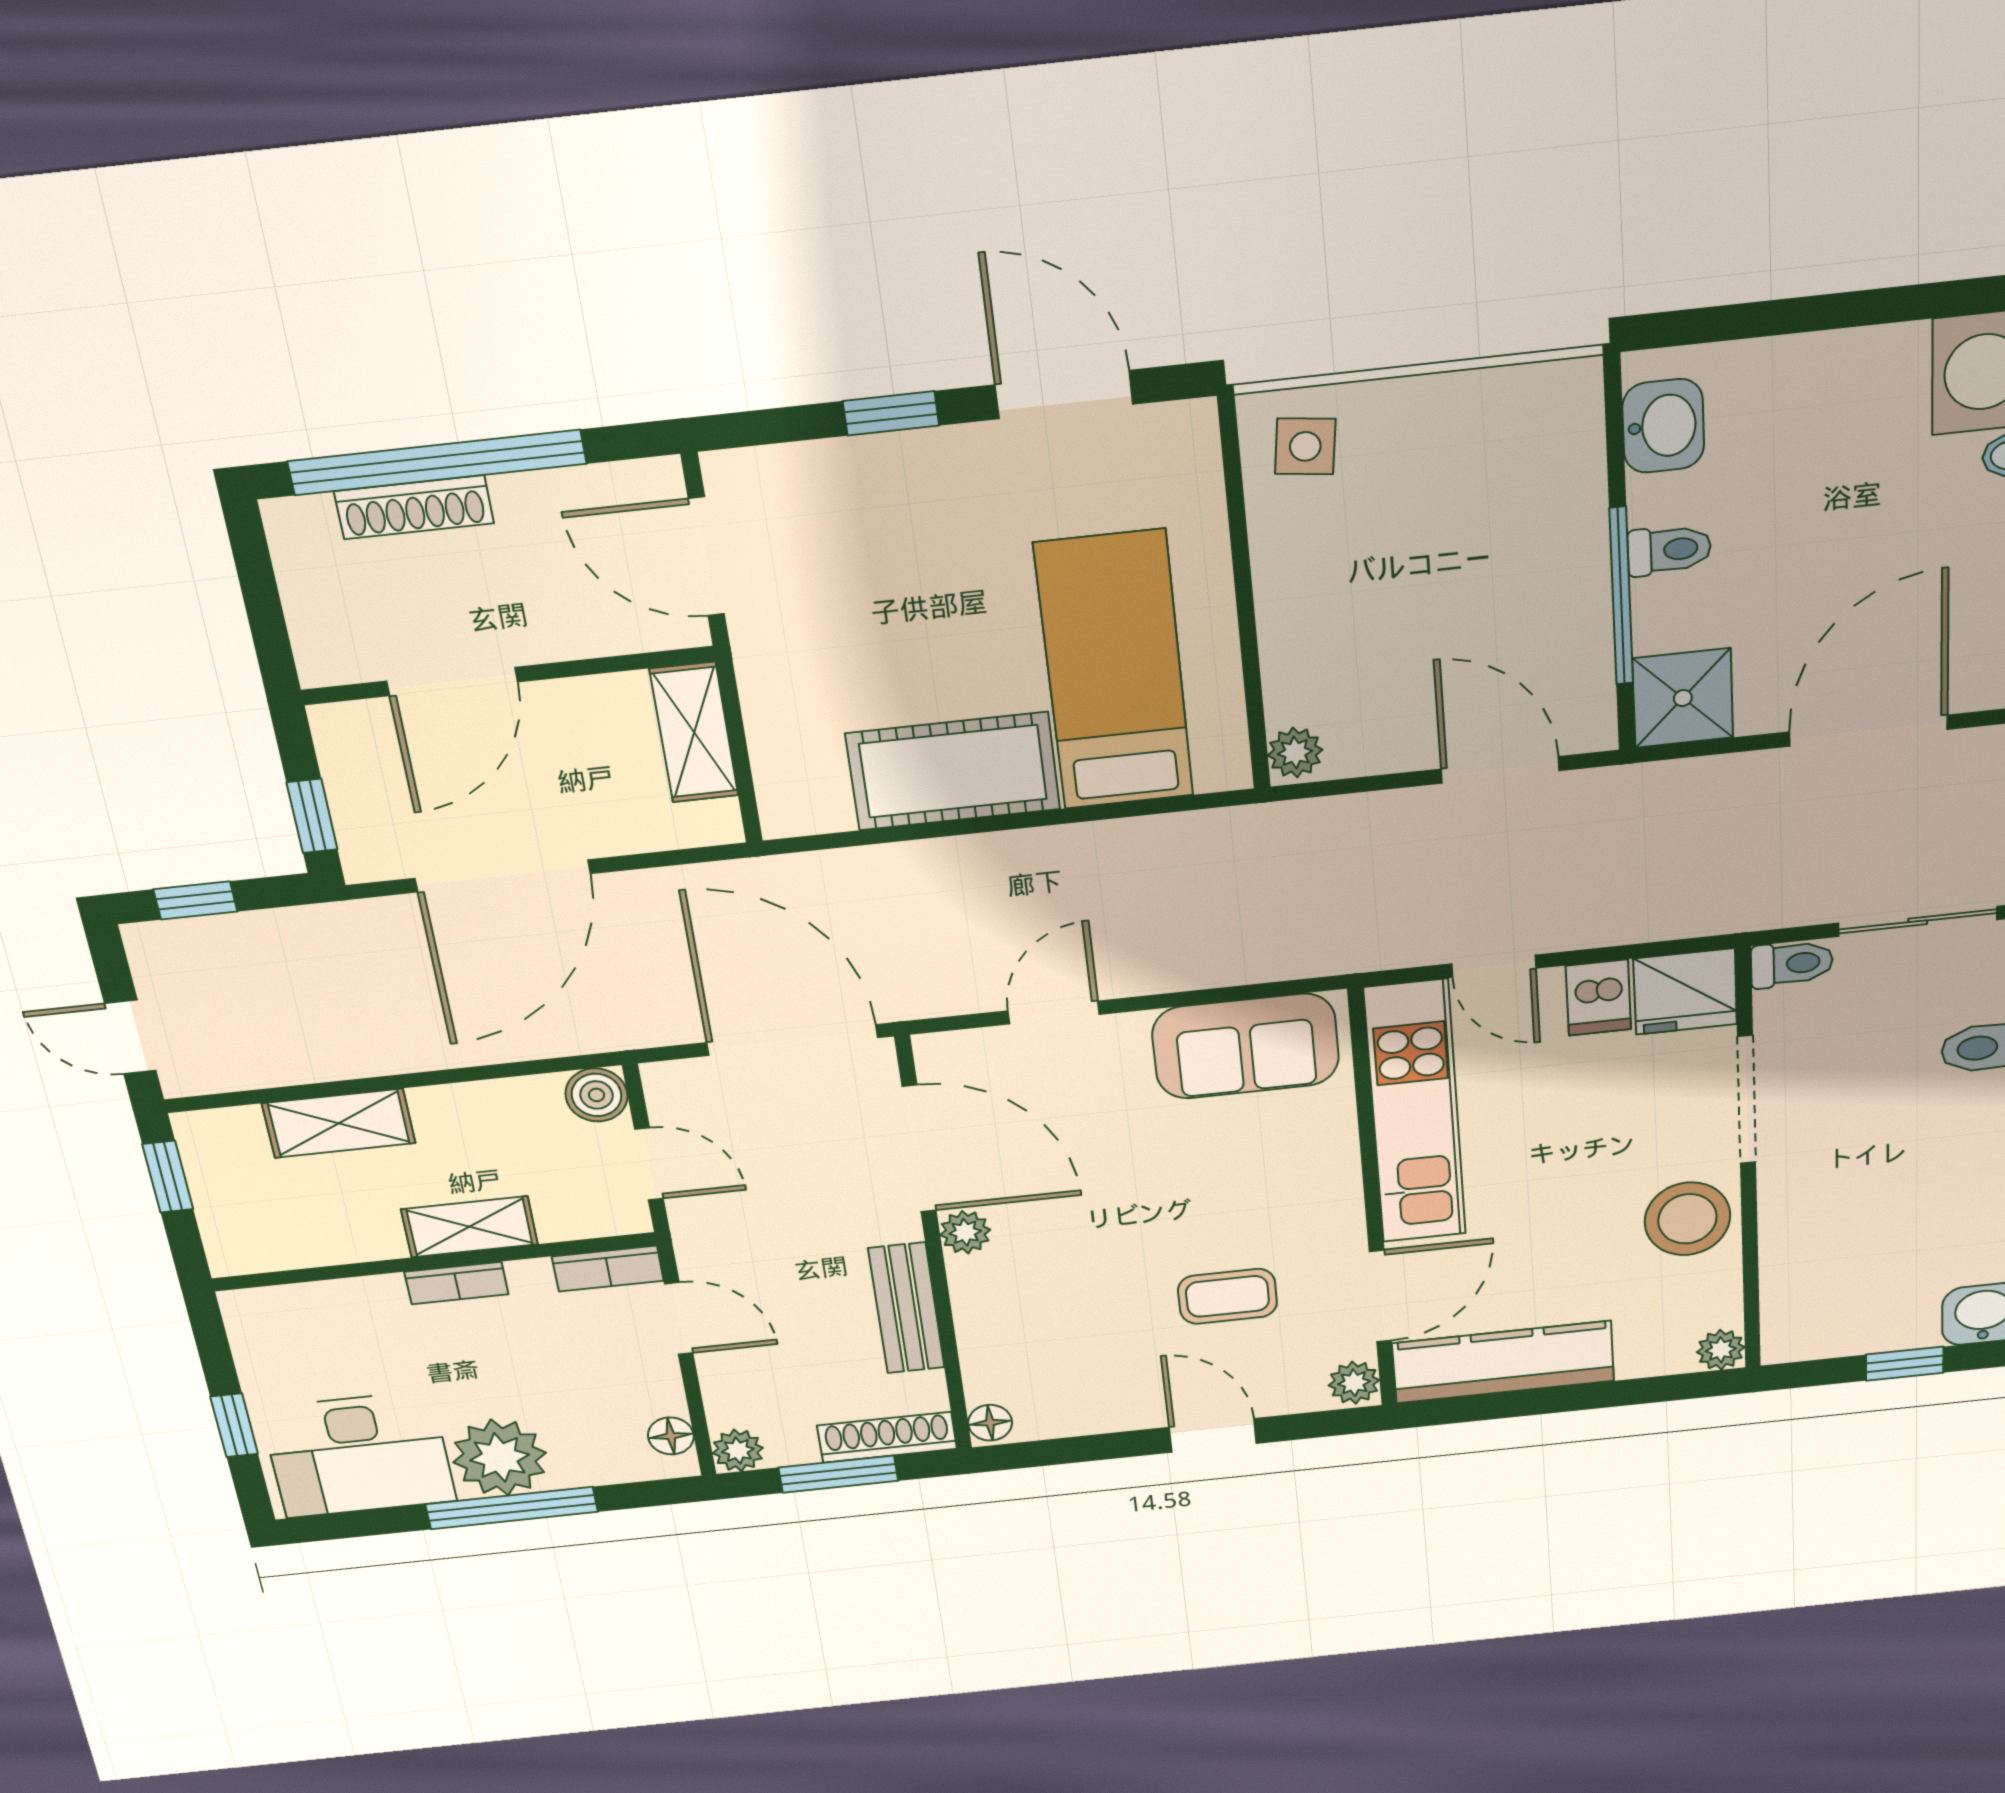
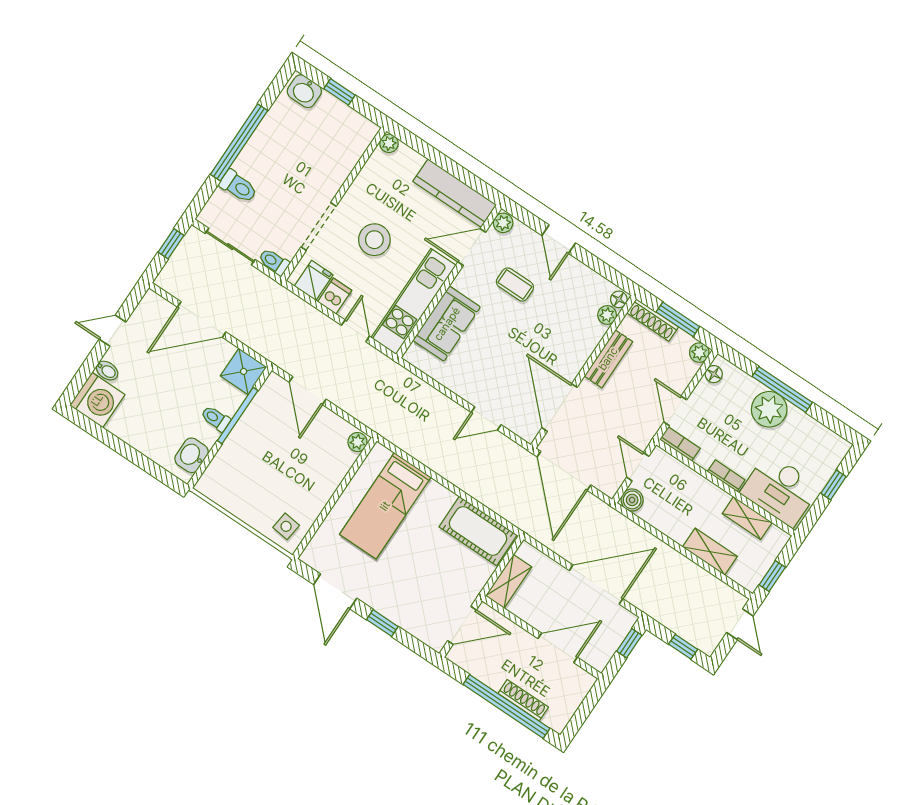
door: (706, 557) -> (462, 625), hinge flipped
cot: (953, 771) -> (478, 531), moved
fridge: (1685, 992) -> (314, 280), width x0.72
sofa: (1246, 1046) -> (447, 324), moved, turned 90
stool: (1687, 1219) -> (374, 240), moved
shelving: (469, 1227) -> (747, 518), moved
plant: (965, 1232) -> (607, 315), moved
desk: (358, 1455) -> (780, 490), moved, turned 180

